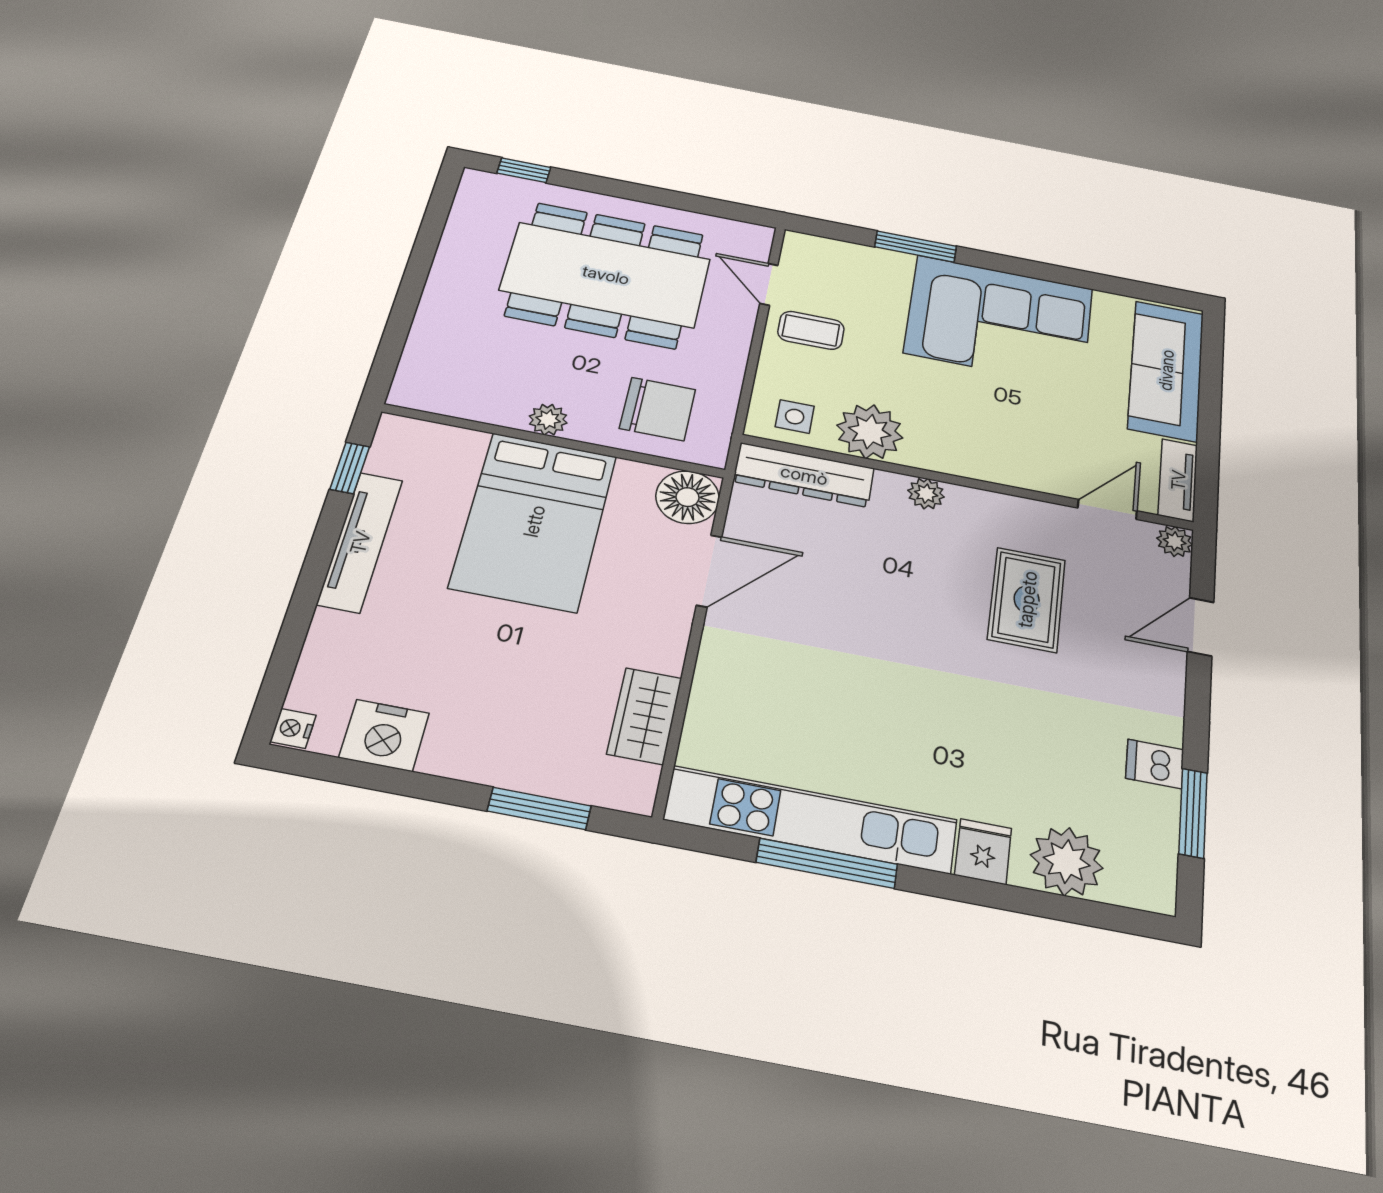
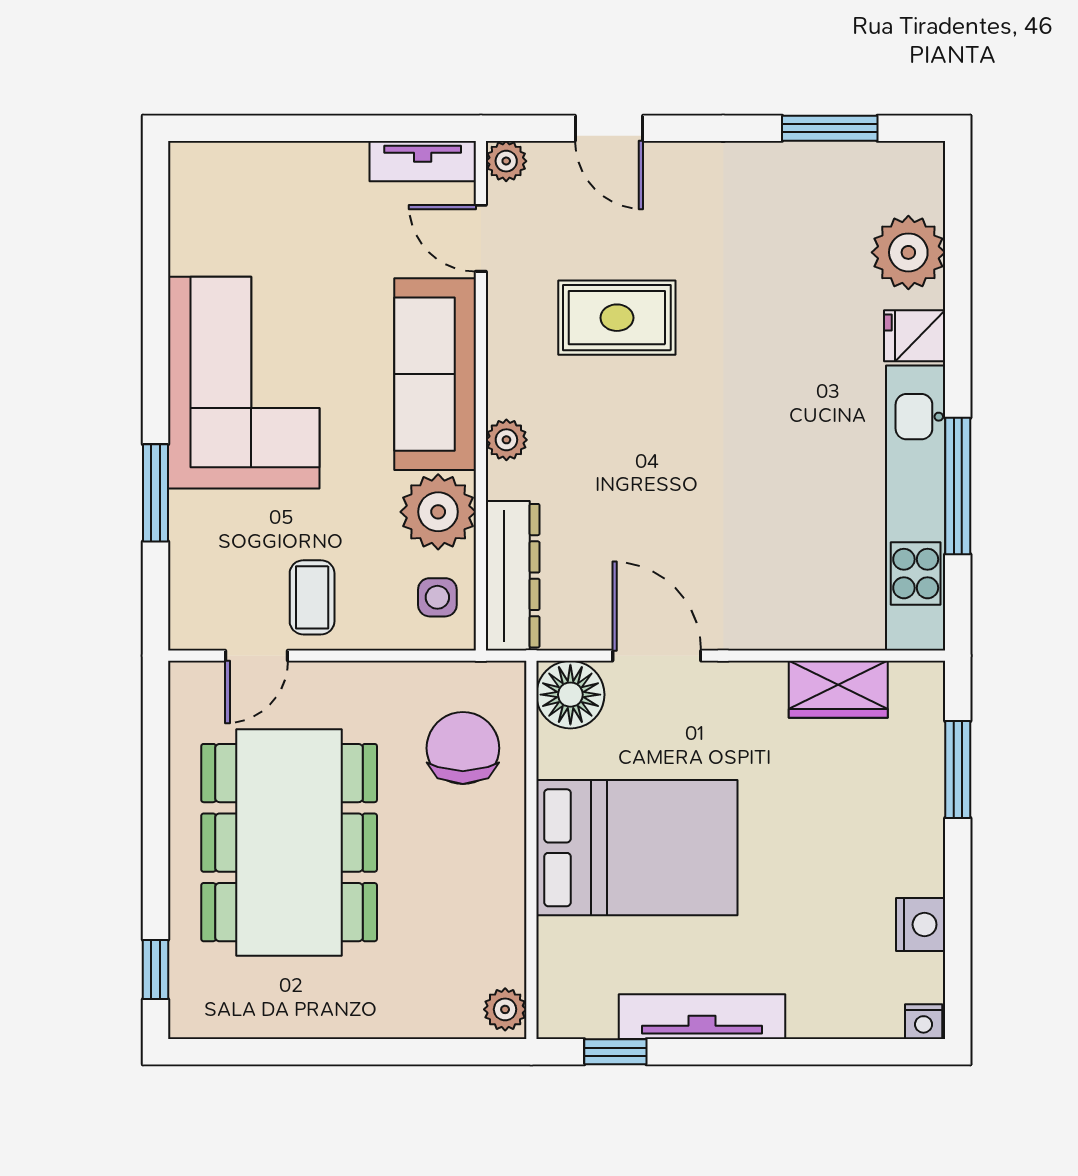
sofa: (1166, 370) -> (435, 374), moved, turned 90
plant: (548, 420) -> (505, 1009), moved
nightstand: (384, 735) -> (921, 925), width x0.74, depth x0.75
dishwasher: (1155, 764) -> (783, 170), removed

